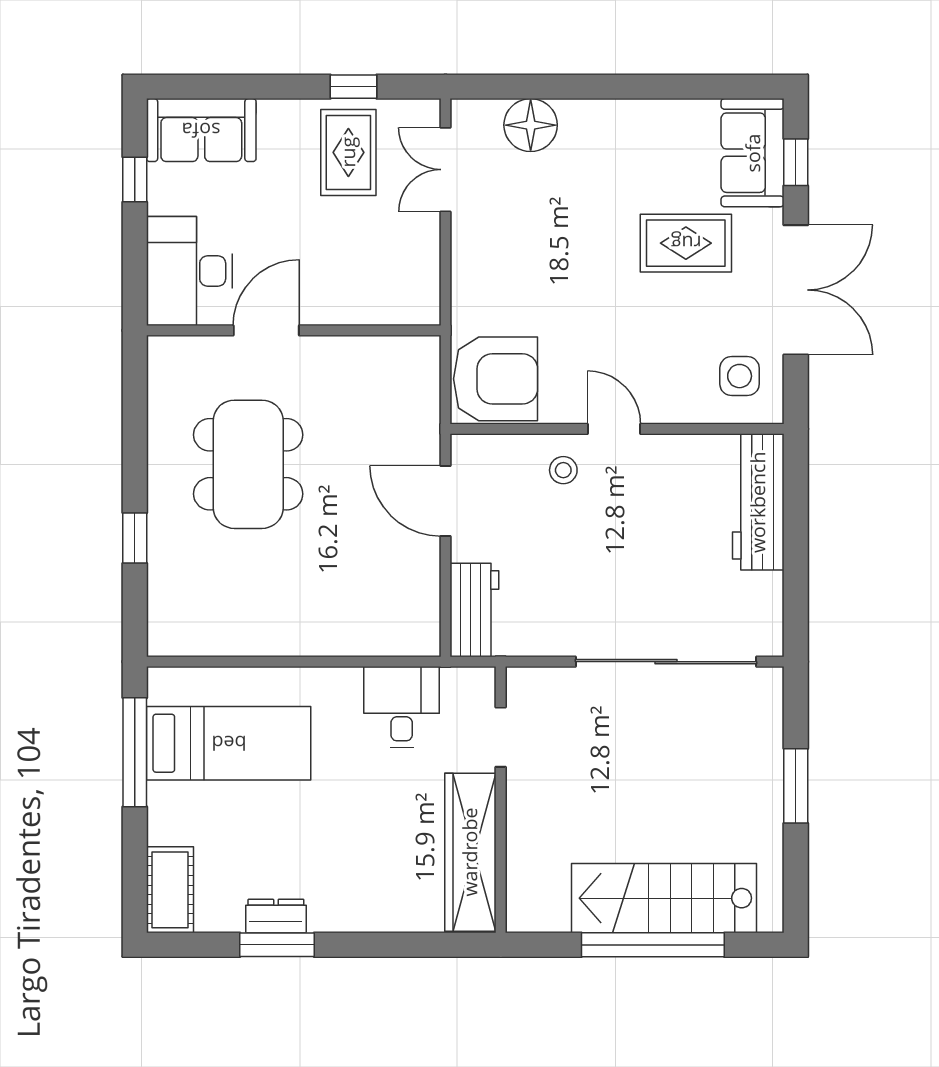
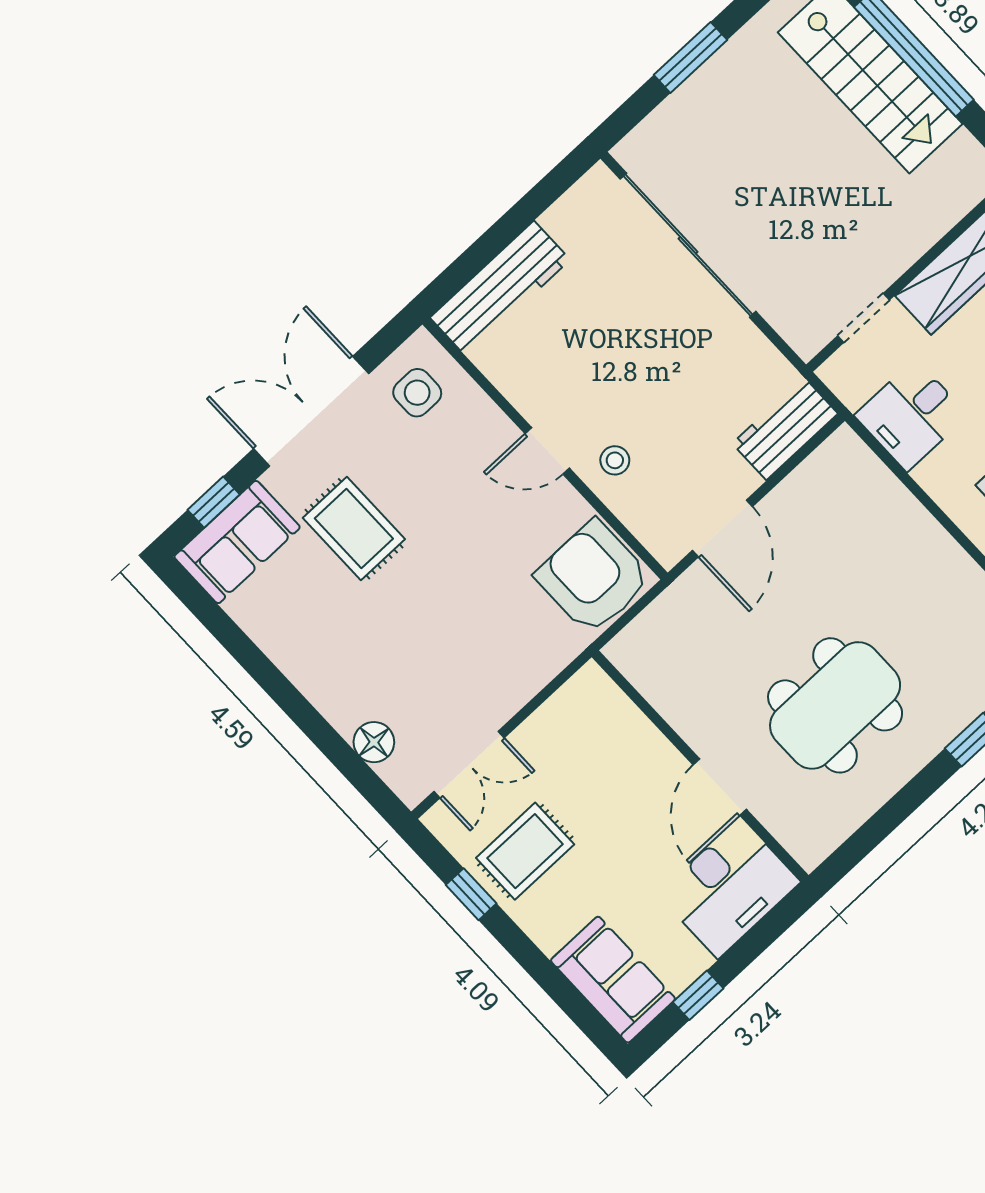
floor lamp: (531, 125) -> (374, 742), width x0.73, depth x0.73
door: (266, 330) -> (720, 787), hinge flipped
door: (614, 429) -> (547, 451), hinge flipped

